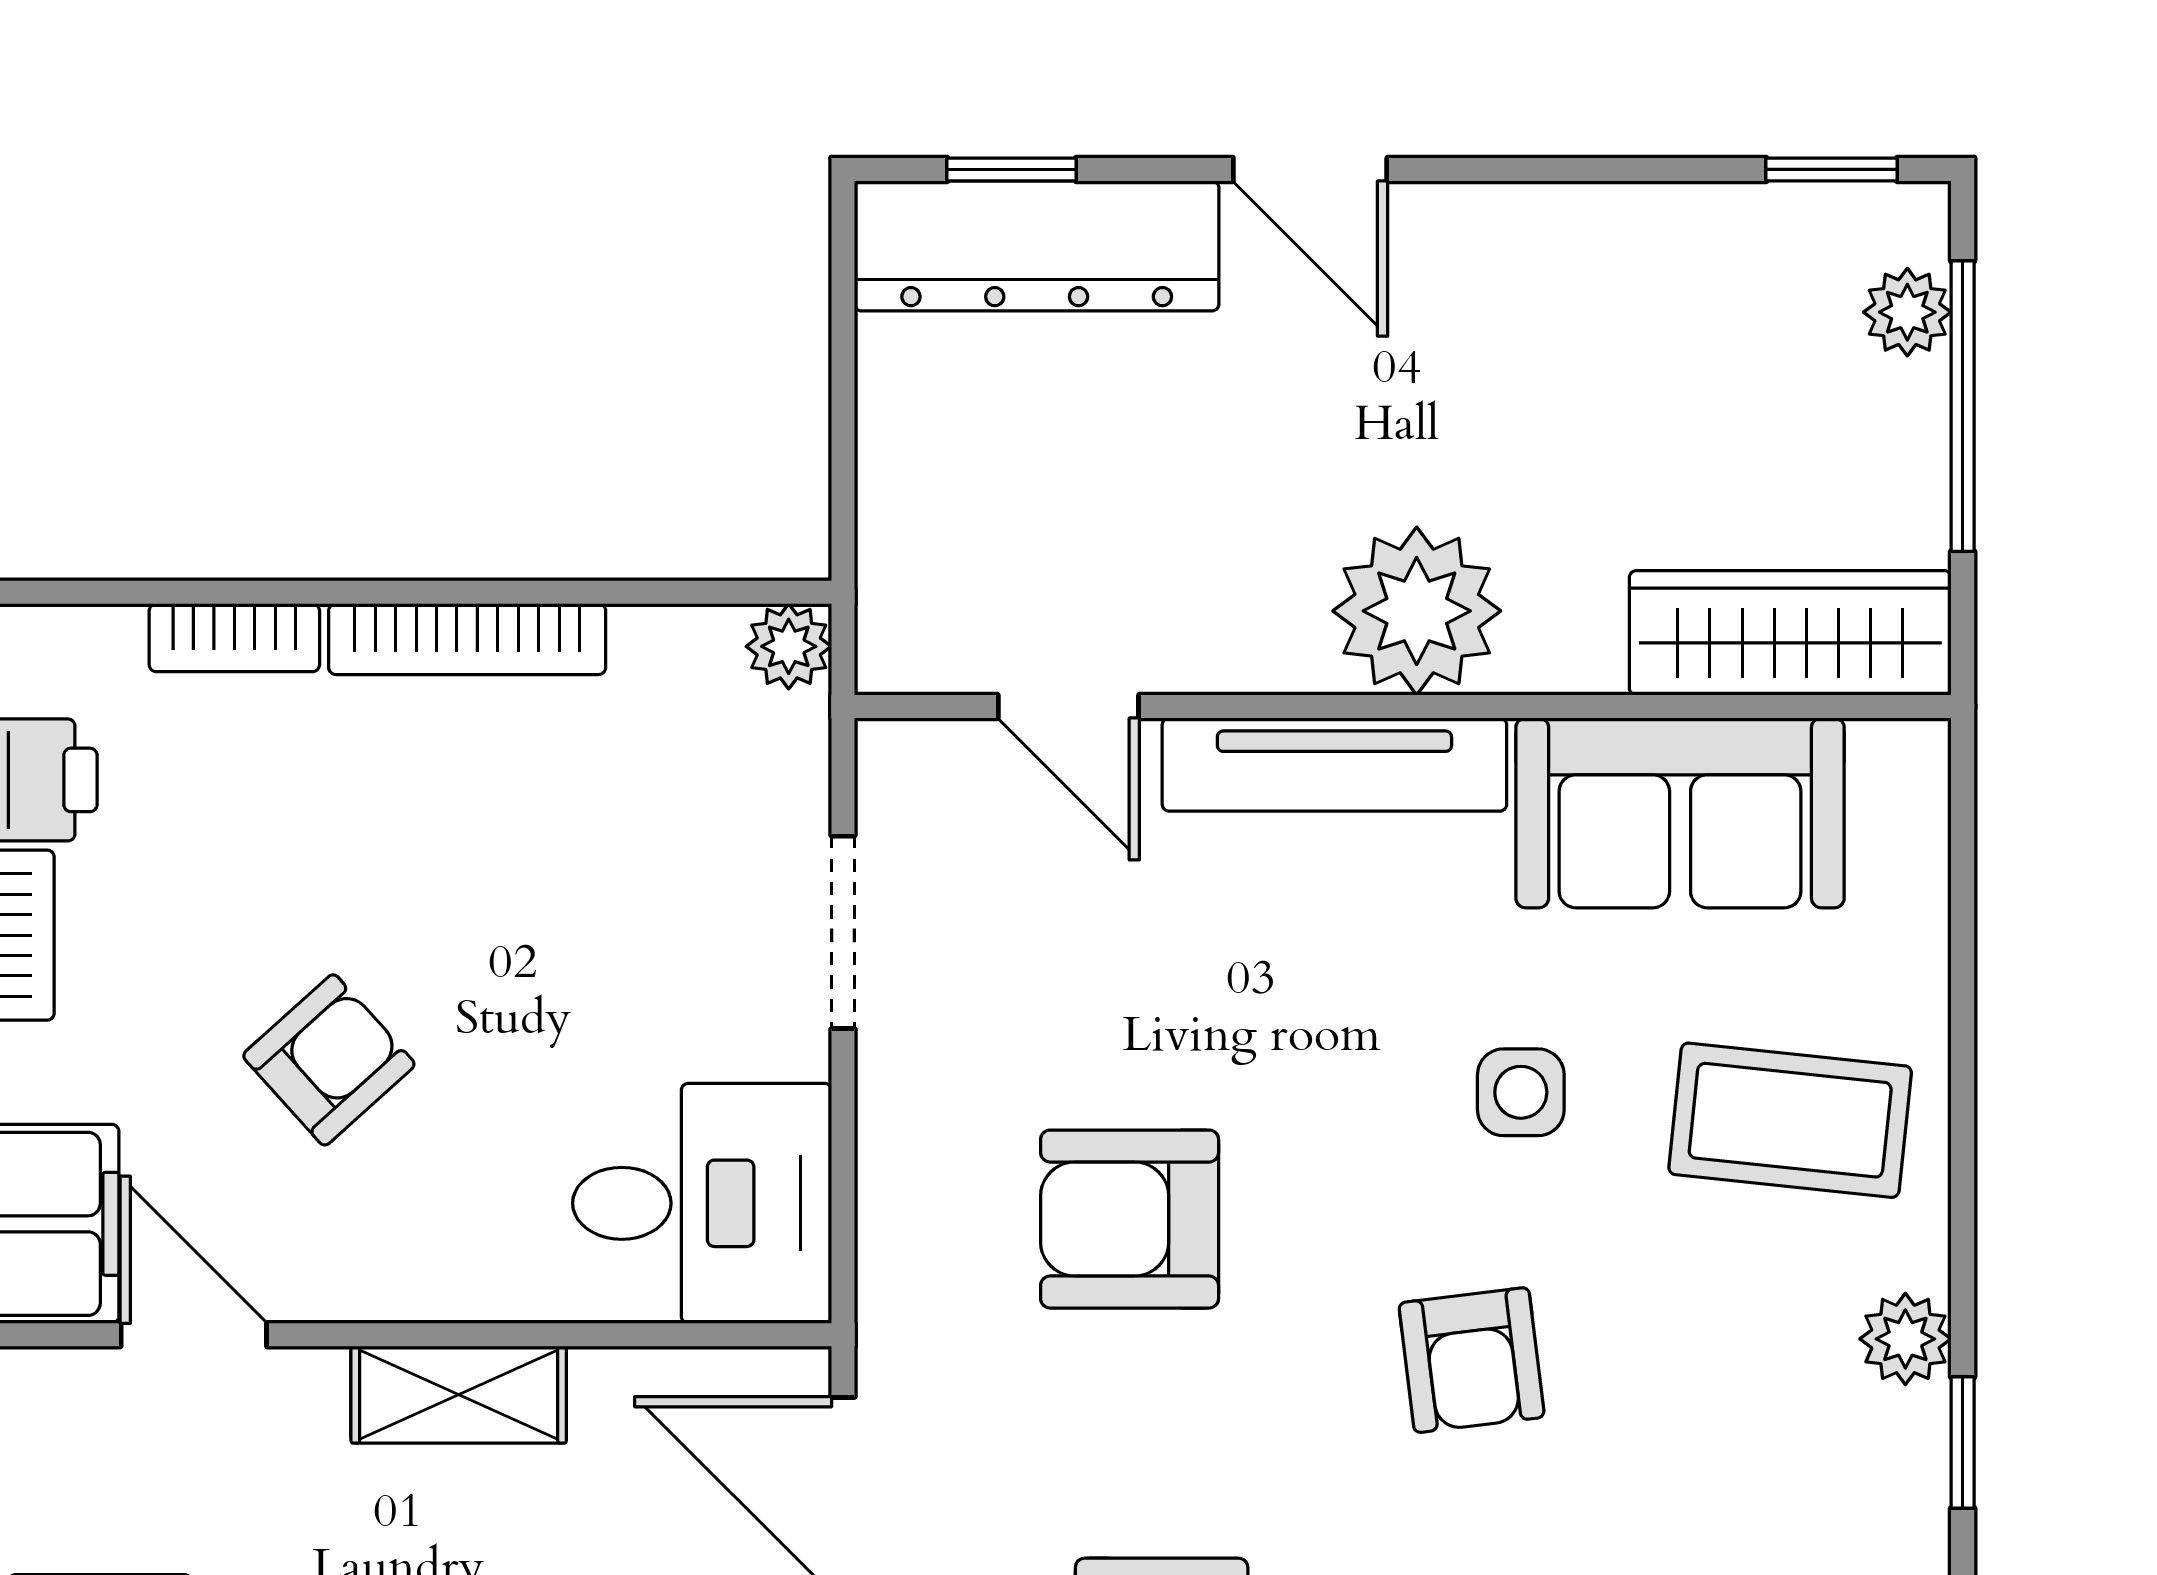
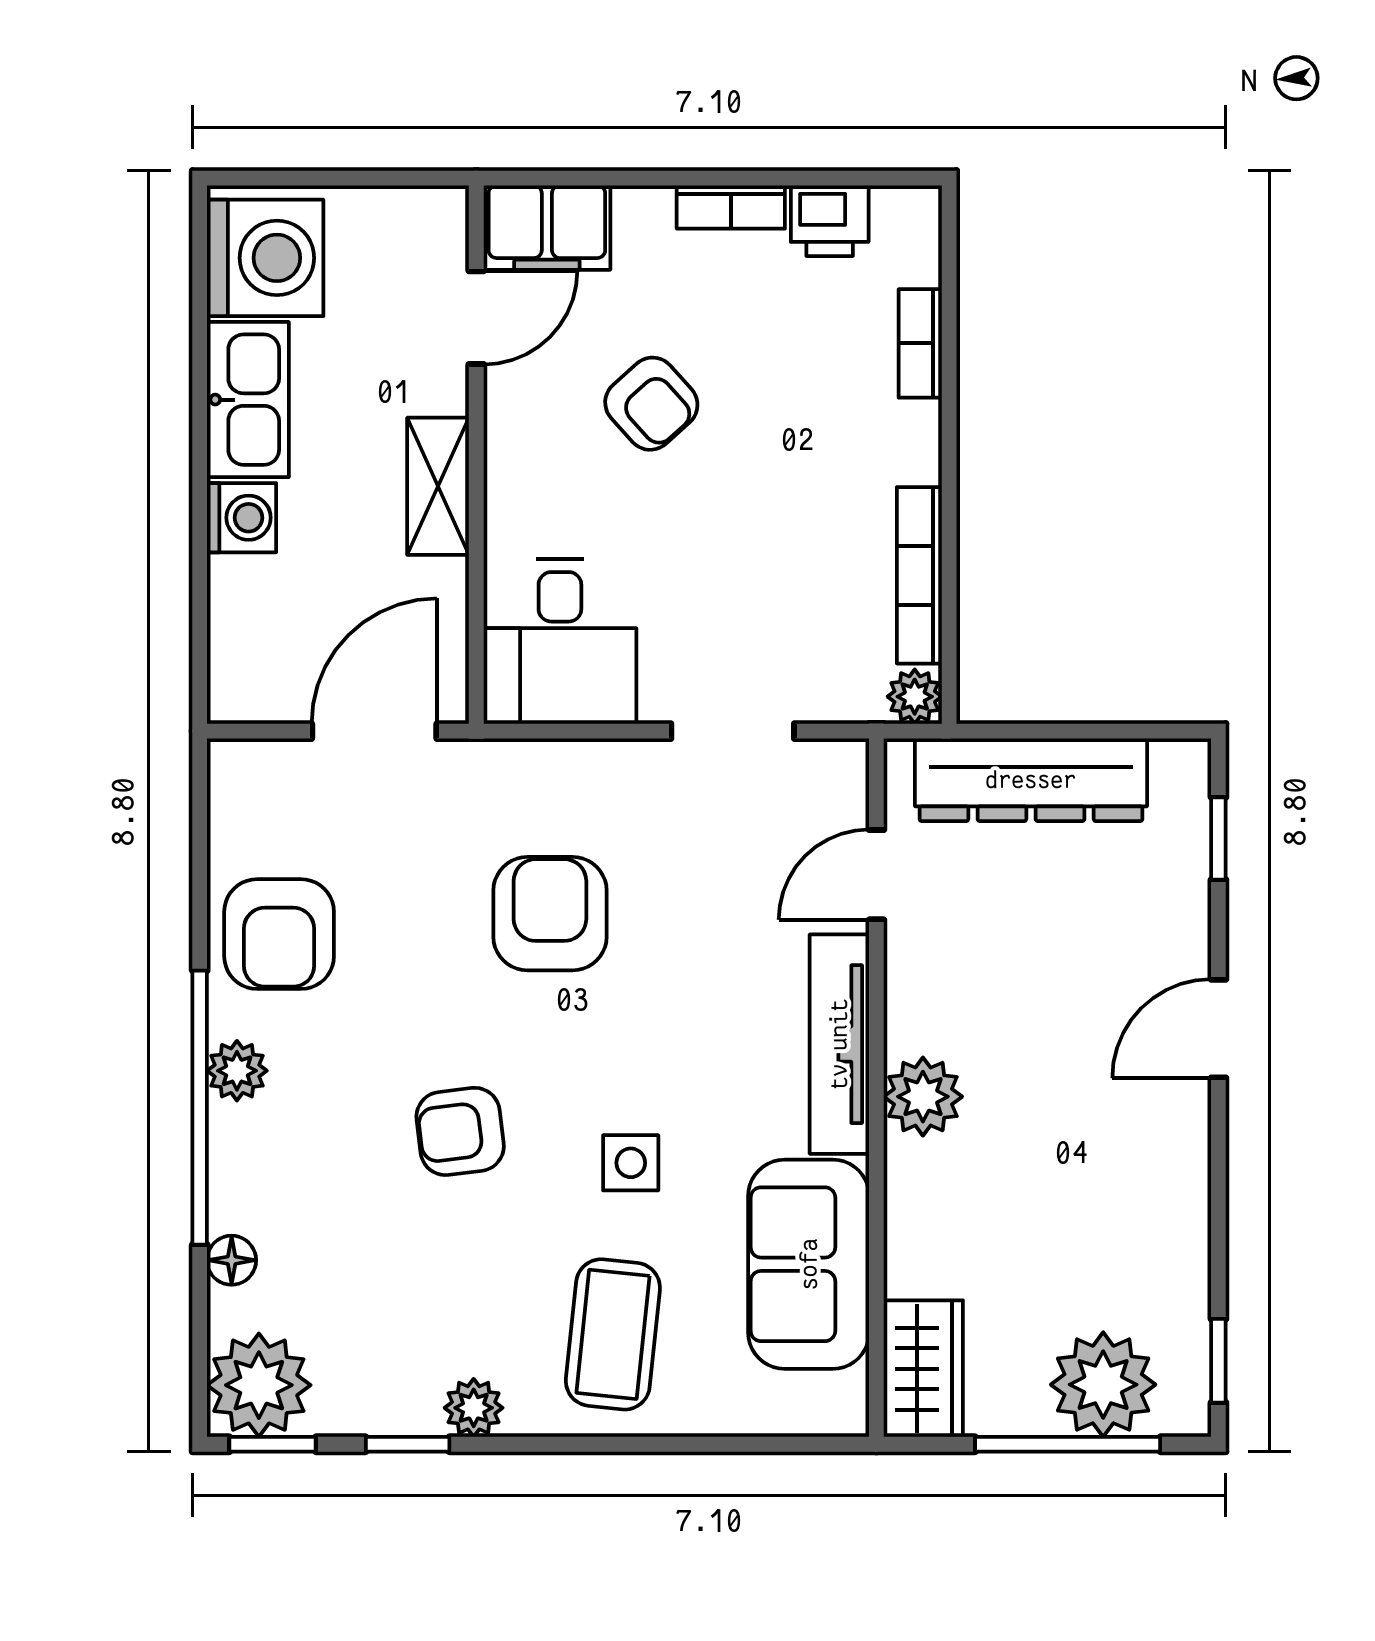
dresser: (1037, 246) -> (1031, 780), moved, turned -90
plant: (1907, 312) -> (1103, 1385), width x1.88, depth x1.88
plant: (1417, 611) -> (923, 1097), width x0.73, depth x0.73
wardrobe: (1790, 633) -> (923, 1369), width x0.67
bookcase: (467, 639) -> (919, 575), moved

